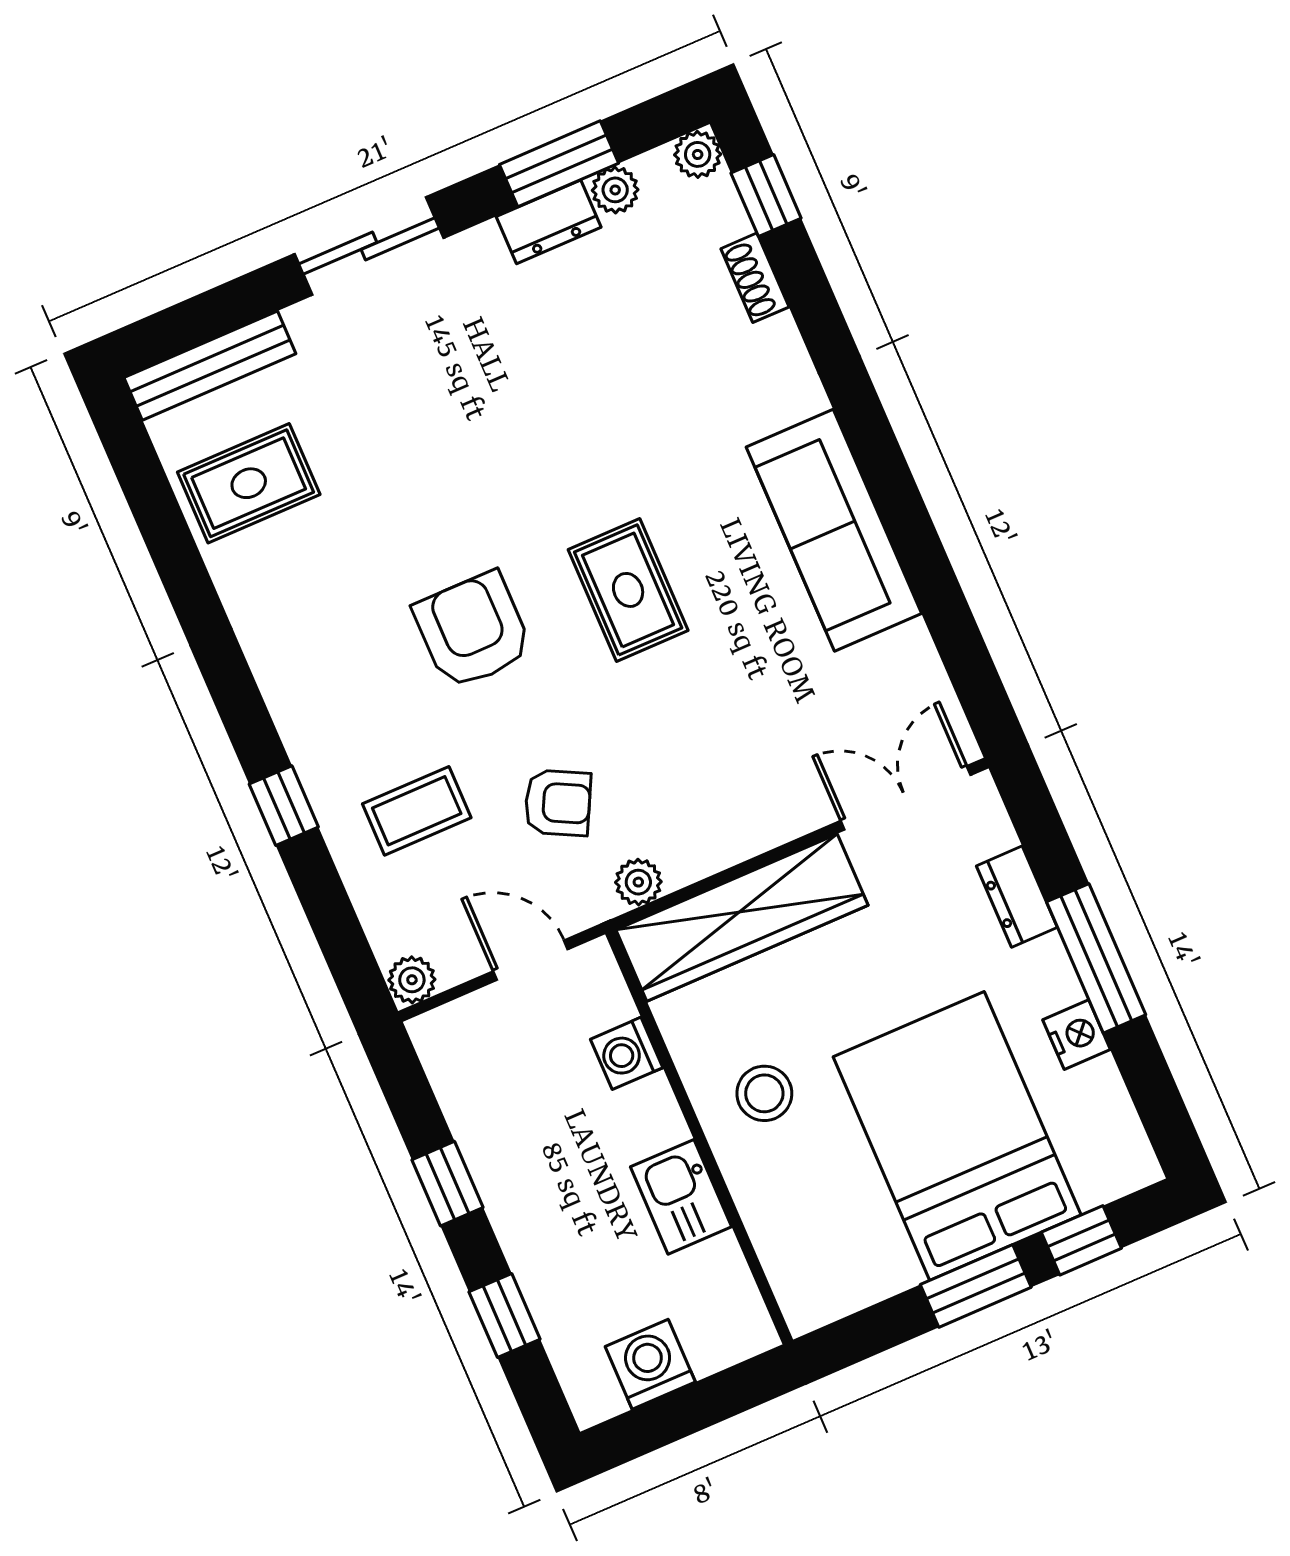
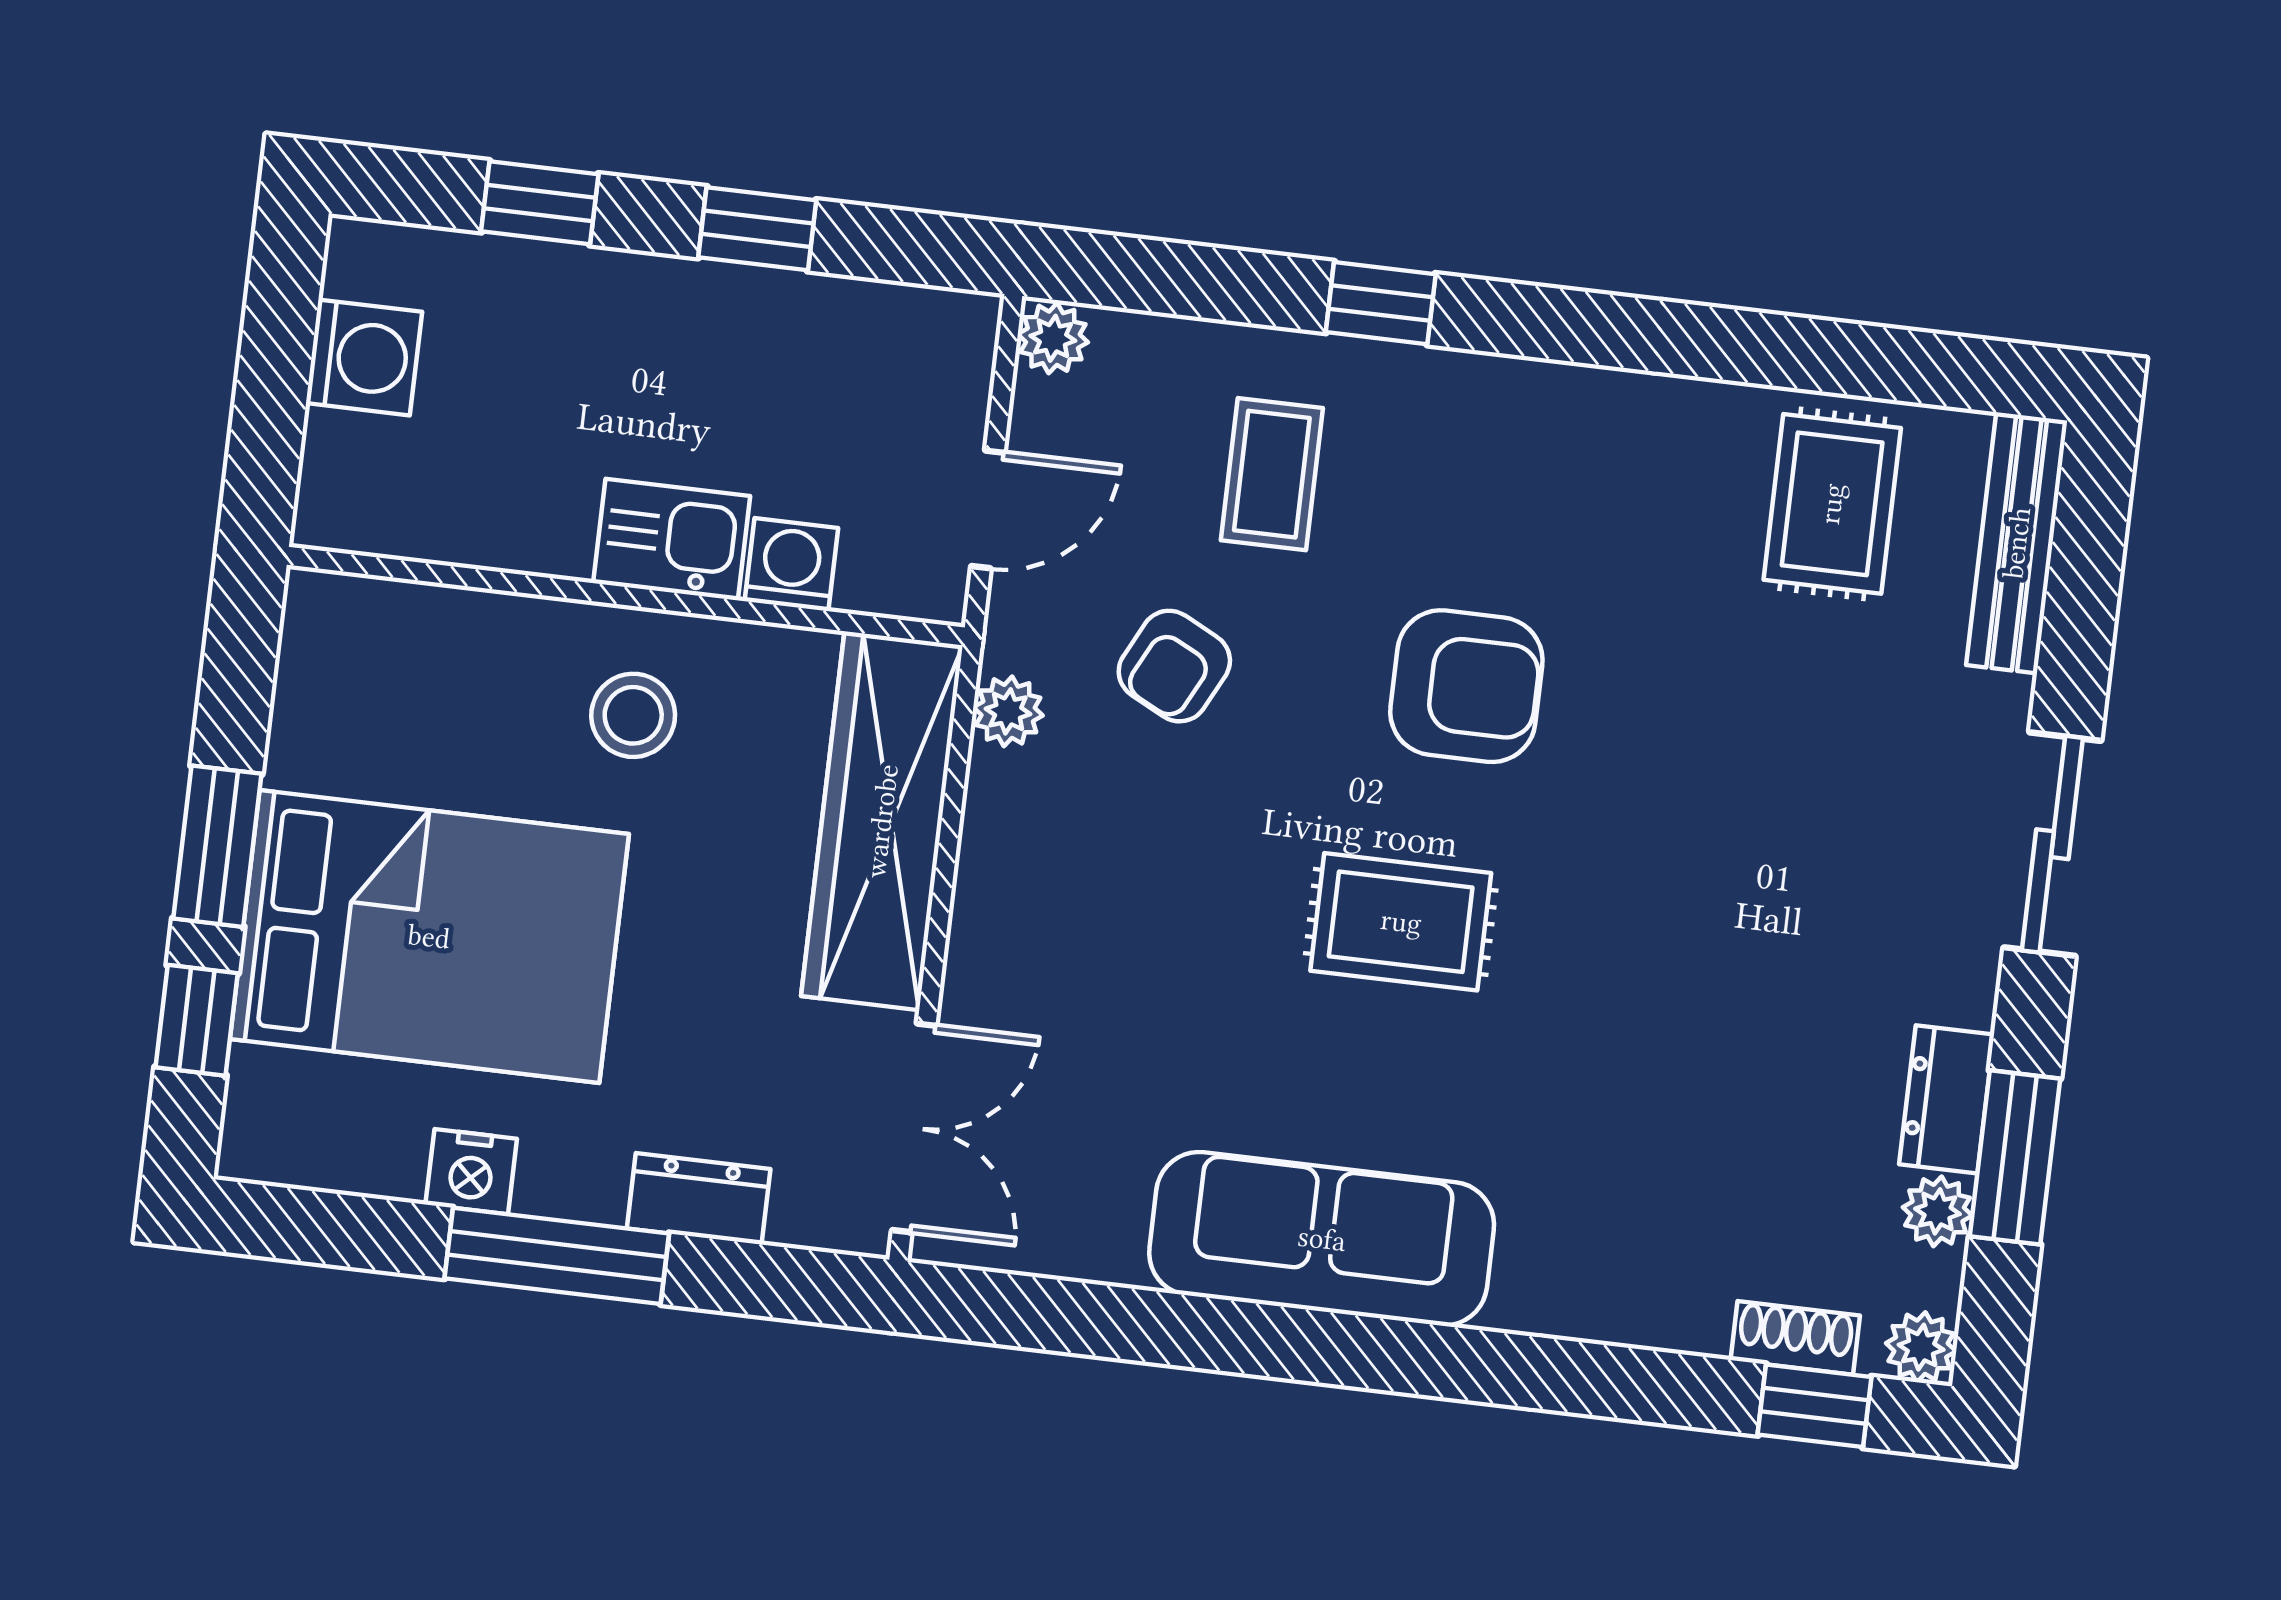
shoe rack: (755, 278) -> (1795, 1338), moved
kitchen sink: (681, 1197) -> (672, 540), moved

